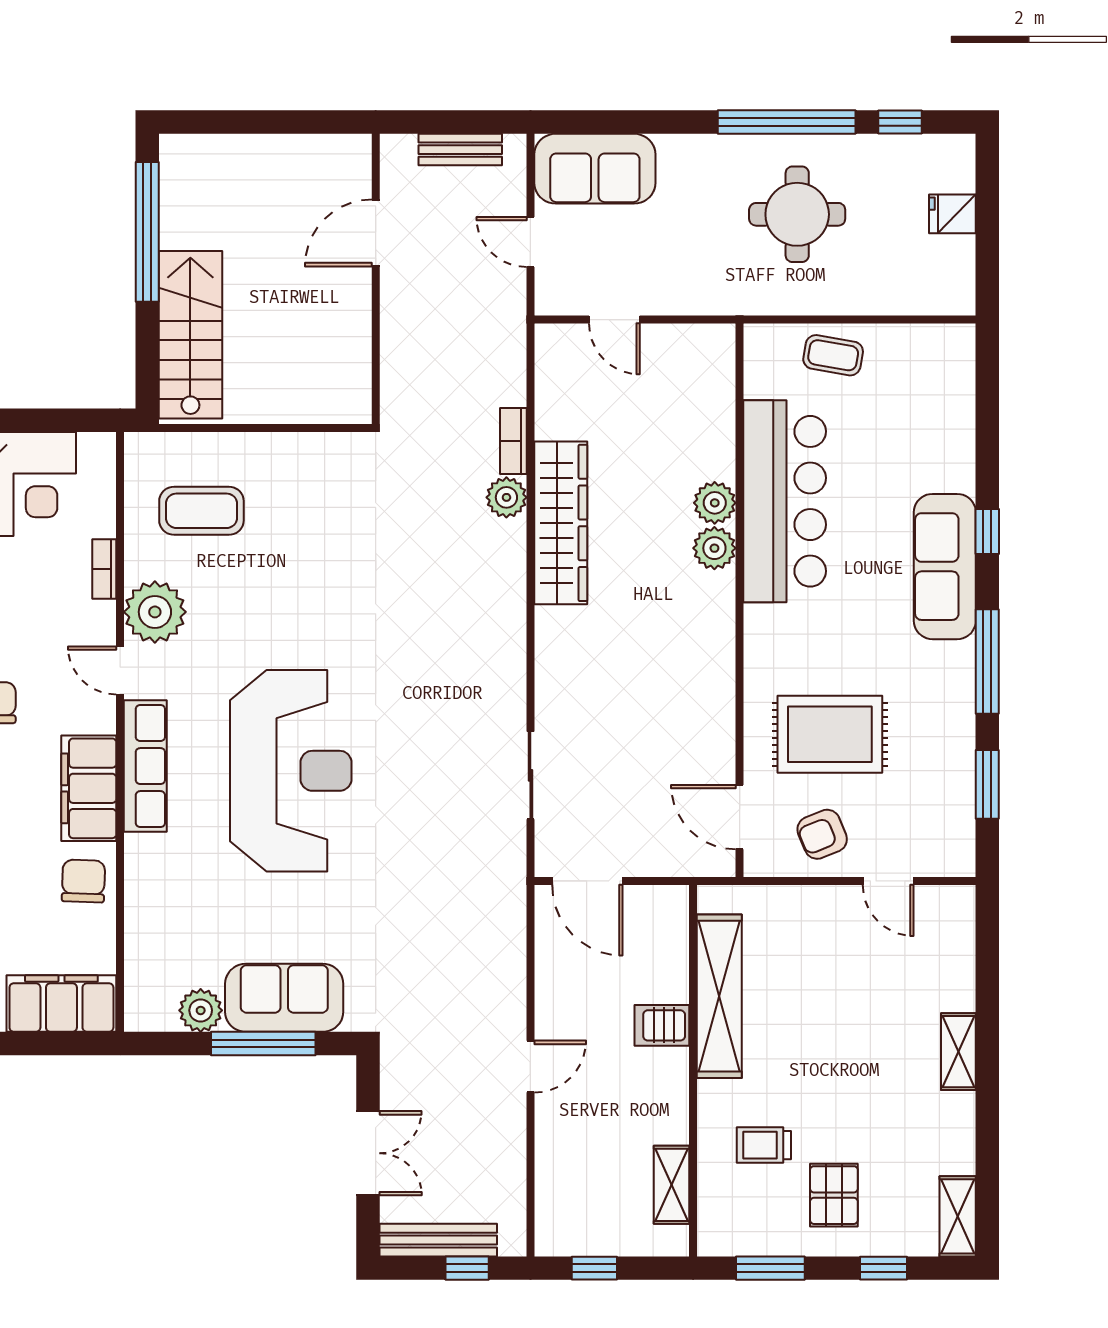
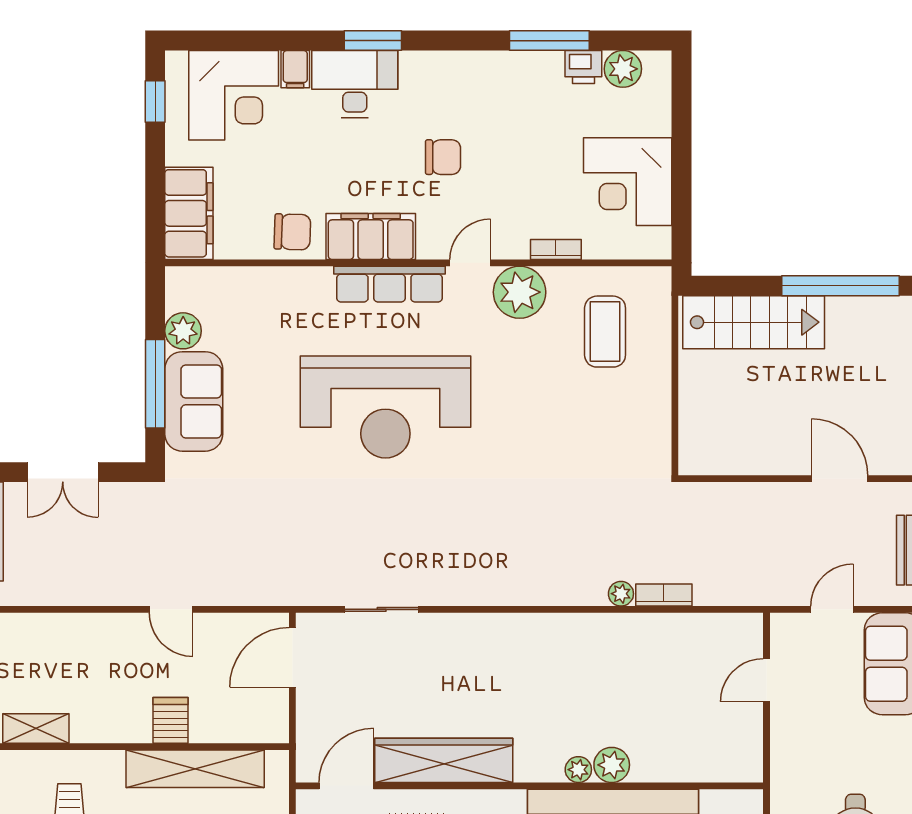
plant: (506, 497) -> (621, 594), width x0.73, depth x0.73
wardrobe: (561, 523) -> (444, 760), moved, turned 180
plant: (714, 548) -> (578, 770), width x0.73, depth x0.73
door: (530, 1067) -> (171, 609), moved

